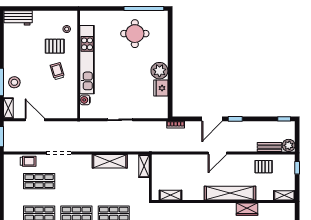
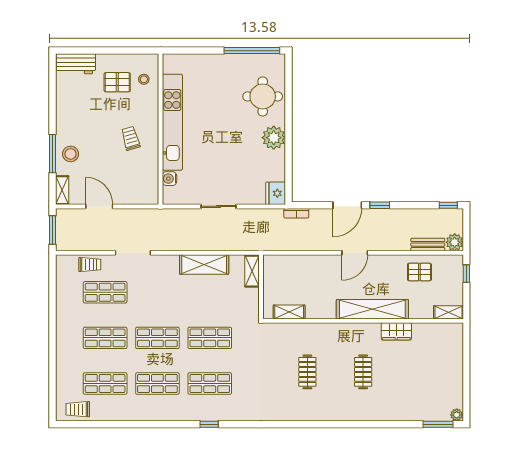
round table: (135, 34) -> (263, 96), moved
pallet: (55, 46) -> (117, 82), moved
fridge: (161, 88) -> (276, 193), moved

